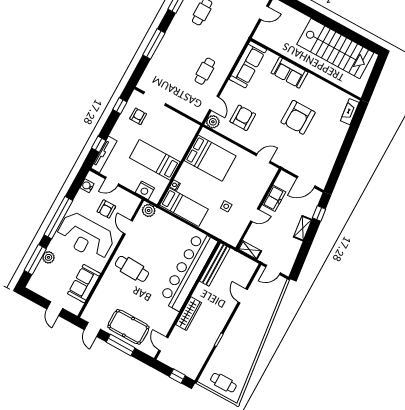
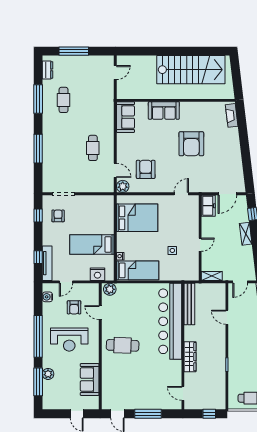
sofa: (248, 64) -> (125, 117), width x0.73
freezer: (274, 198) -> (208, 206), moved
reception desk: (86, 236) -> (69, 340), width x0.74, depth x0.77
pool table: (128, 327) -> (146, 395), removed

